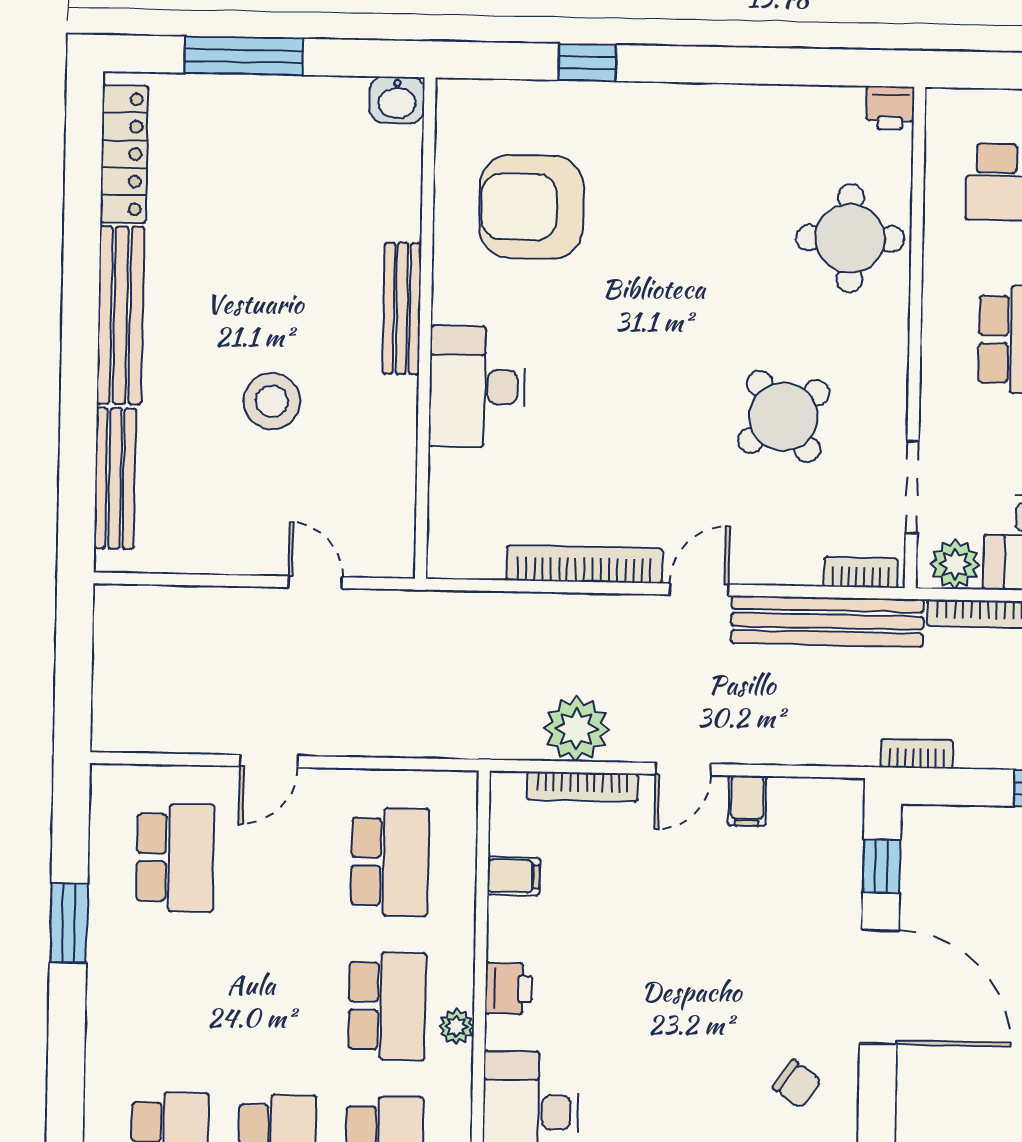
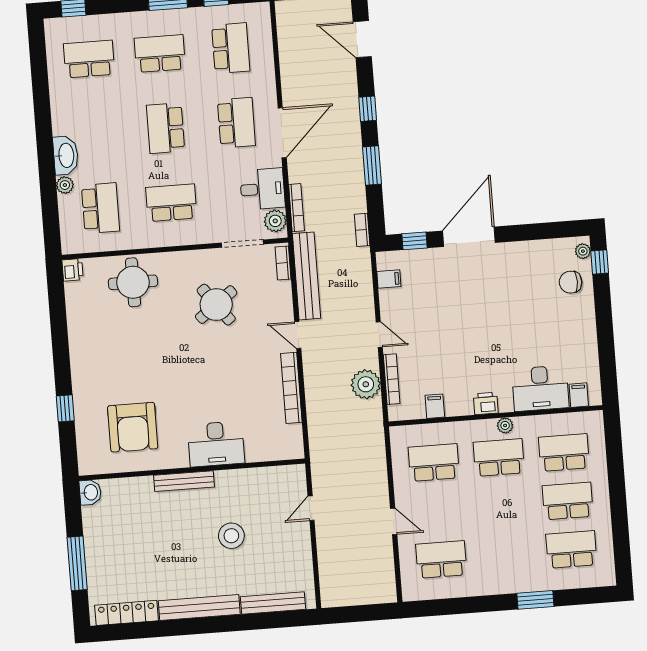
filing cabinet: (747, 801) -> (389, 279), moved
window: (69, 923) -> (535, 600), moved
chair: (797, 1084) -> (516, 270), removed

